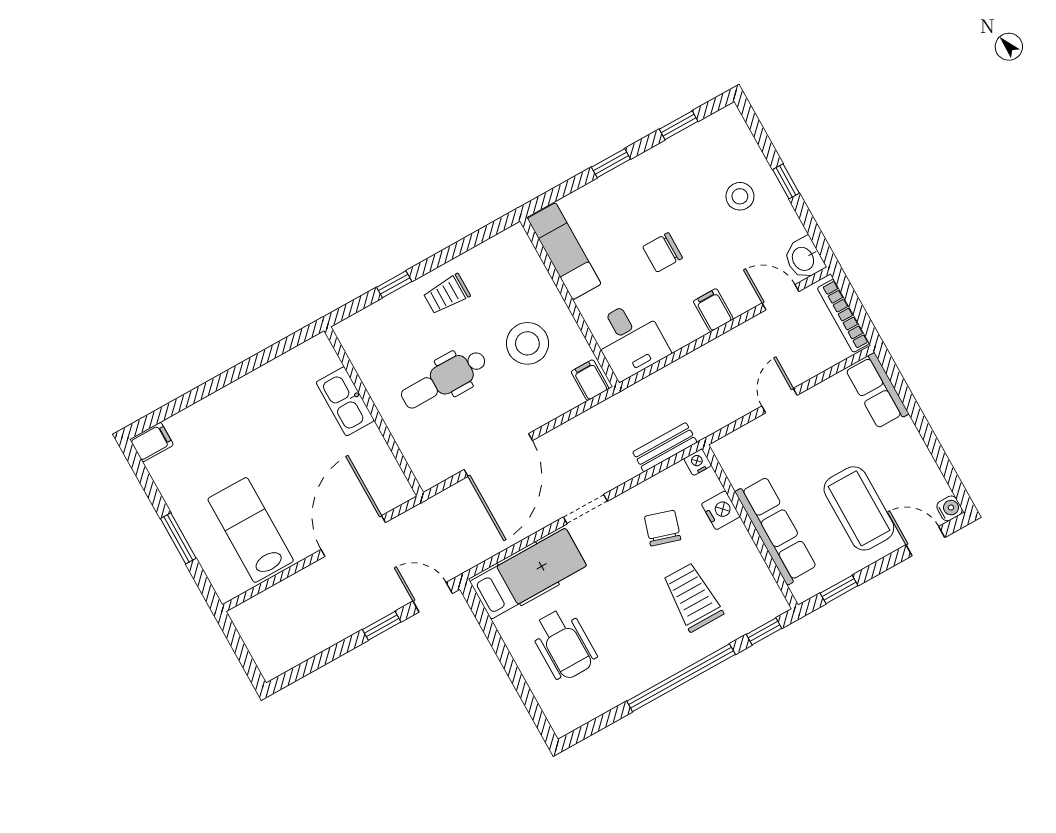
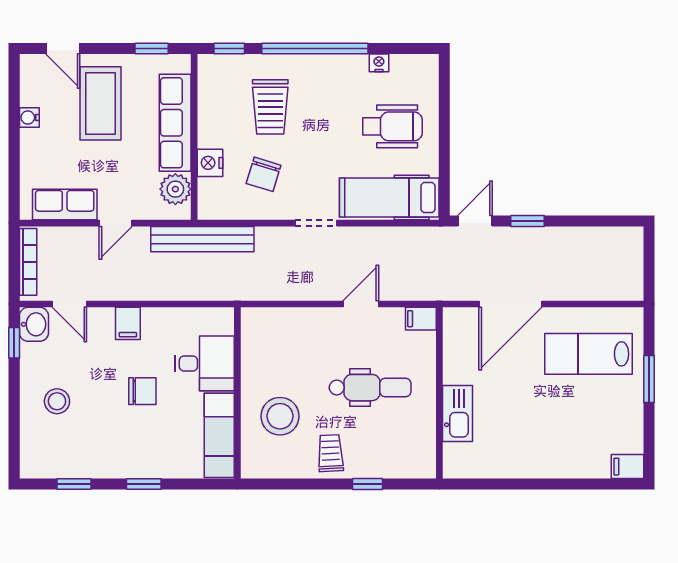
window: (786, 181) -> (14, 343), moved
trolley: (447, 294) -> (331, 453), turned -93
desk: (630, 340) -> (204, 363), moved, turned 90
stool: (527, 343) -> (280, 416), moved
filing cabinet: (590, 380) -> (421, 319), moved, turned 90
row of seats: (877, 391) -> (65, 205), moved, turned -90
bench: (665, 447) -> (202, 239), width x1.86, depth x1.21
door: (498, 455) -> (361, 304), width x0.53
nightstand: (698, 462) -> (379, 63), moved, turned 180
plant: (740, 466) -> (175, 189), added
water cooler: (949, 508) -> (29, 117), moved
lab bench: (251, 530) -> (588, 354), turned 90
door: (433, 597) -> (475, 221), swing flipped
wheelchair: (564, 644) -> (392, 126), turned 90

